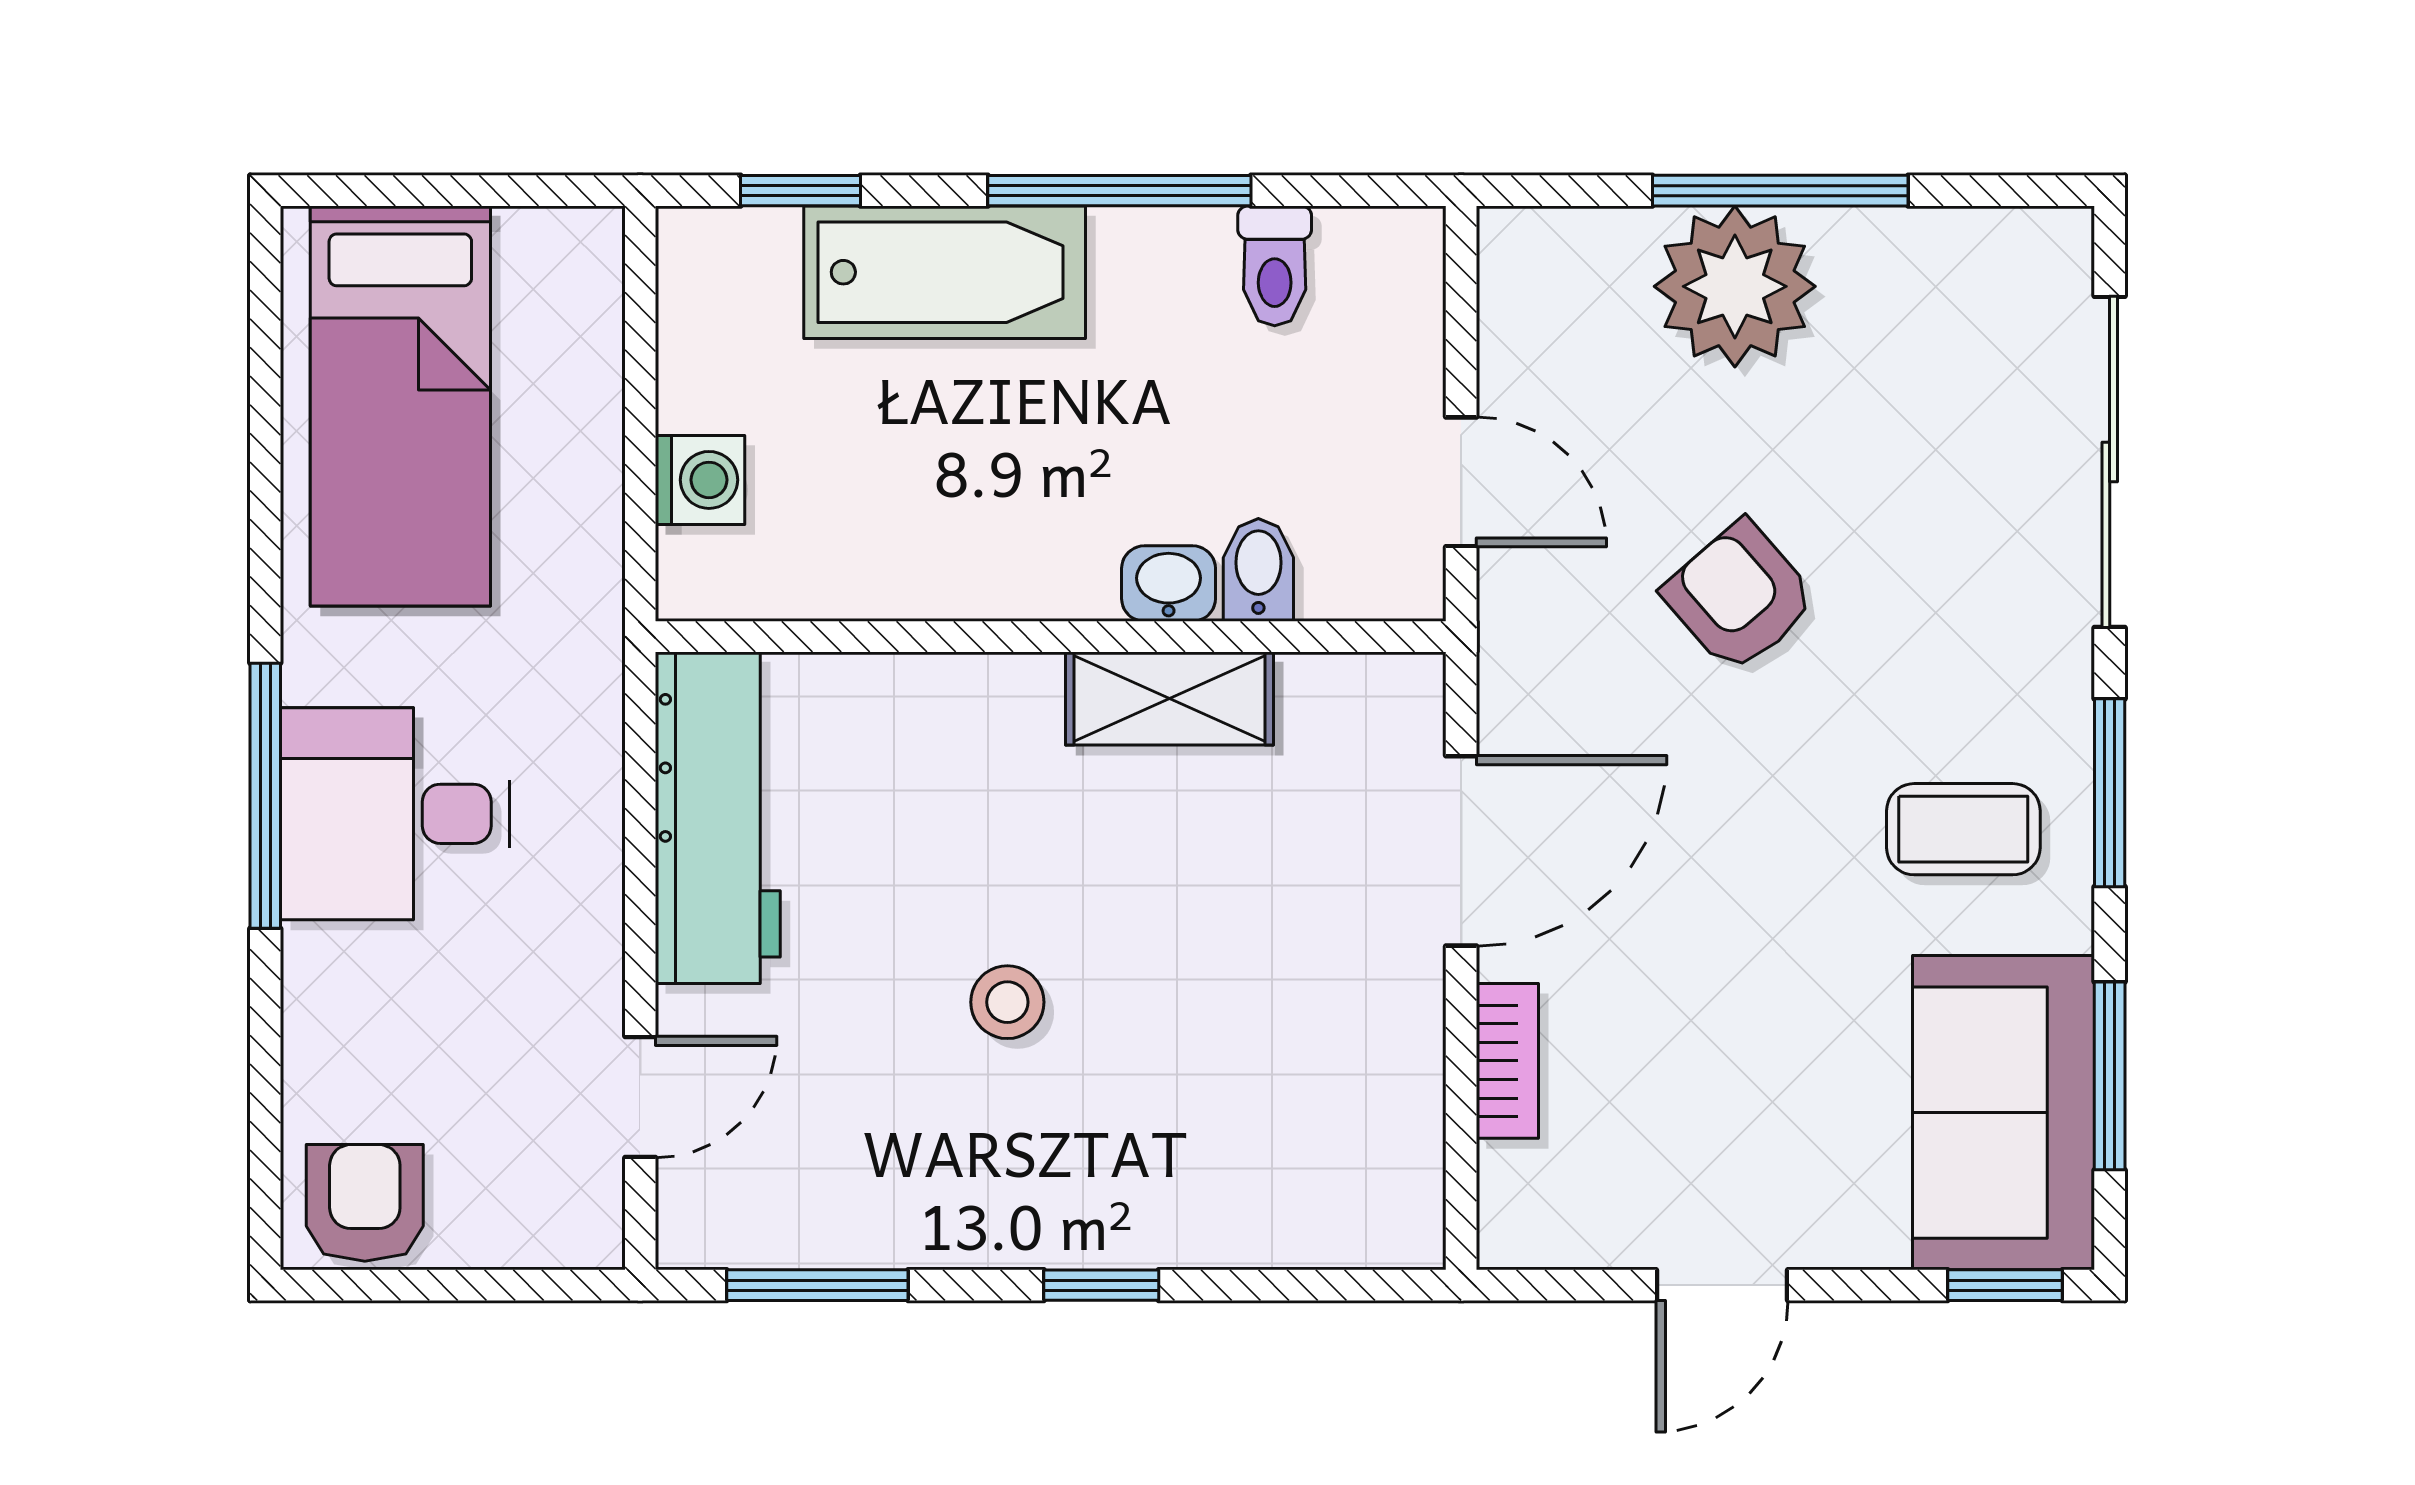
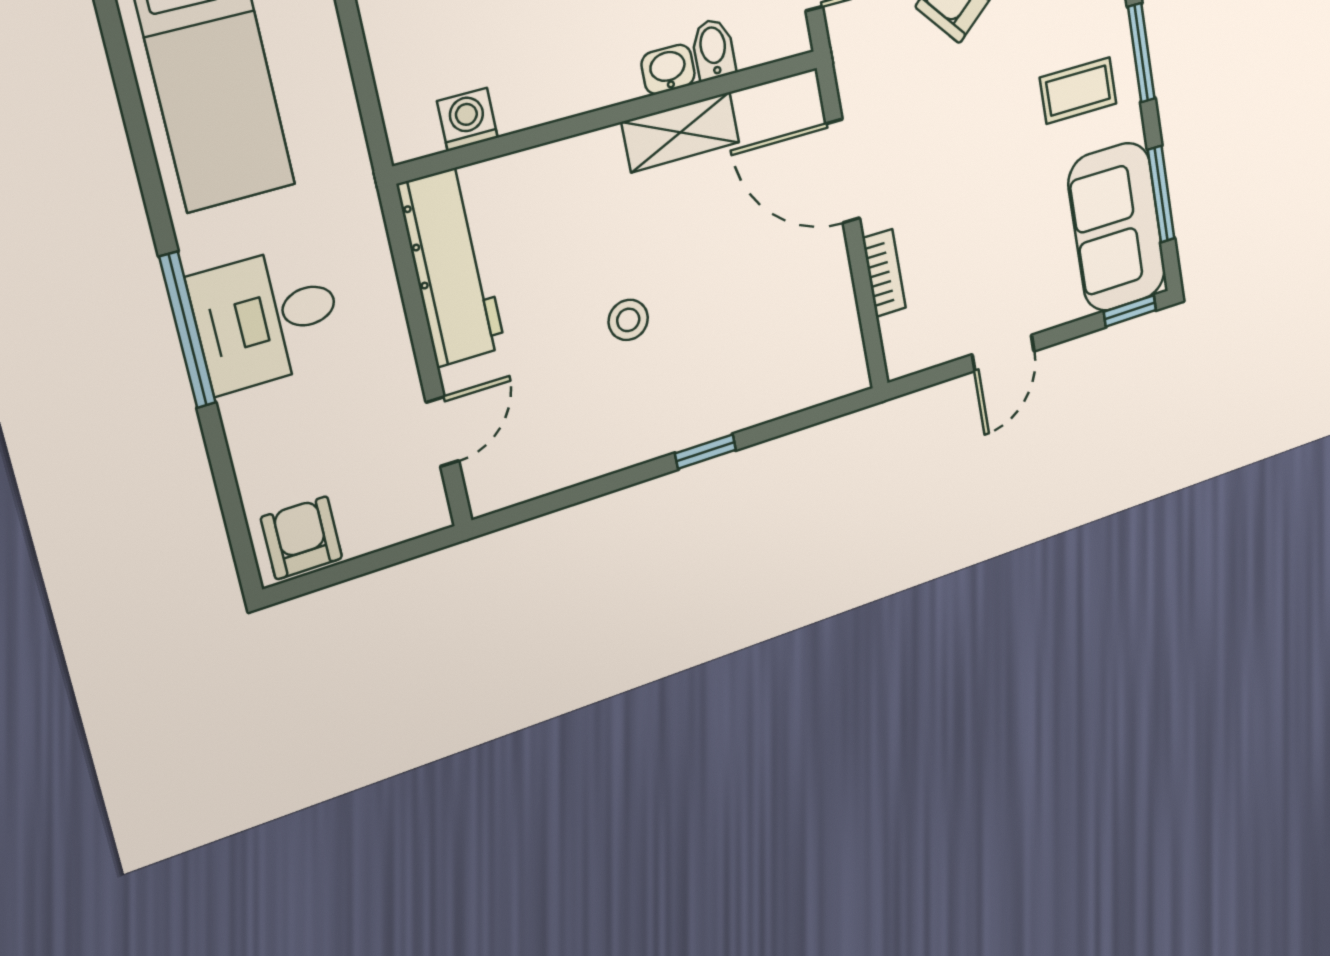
washing machine: (700, 480) -> (467, 119), moved, turned -90
door: (1461, 851) -> (843, 171), swing flipped
window: (817, 1285) -> (559, 500), removed

